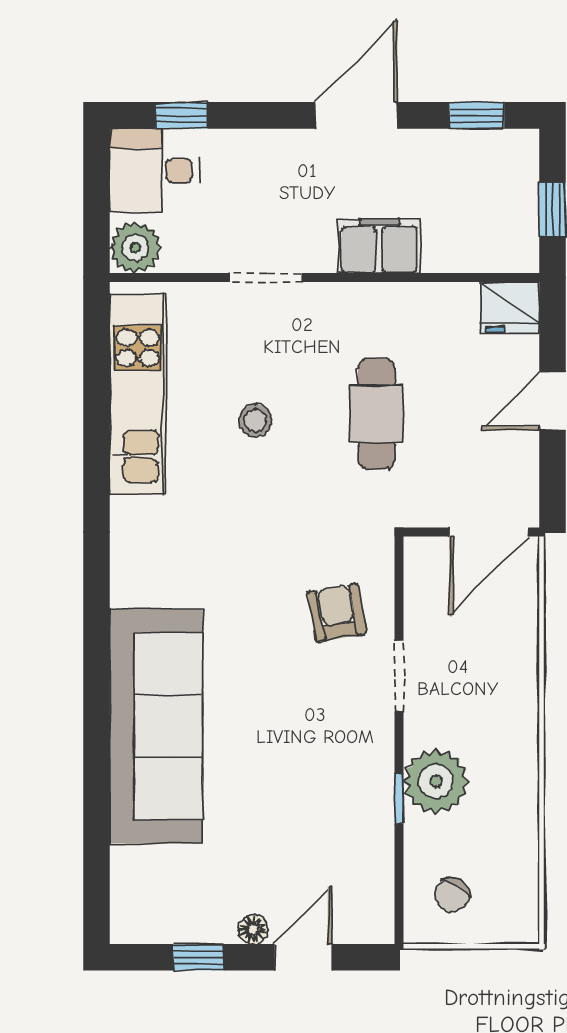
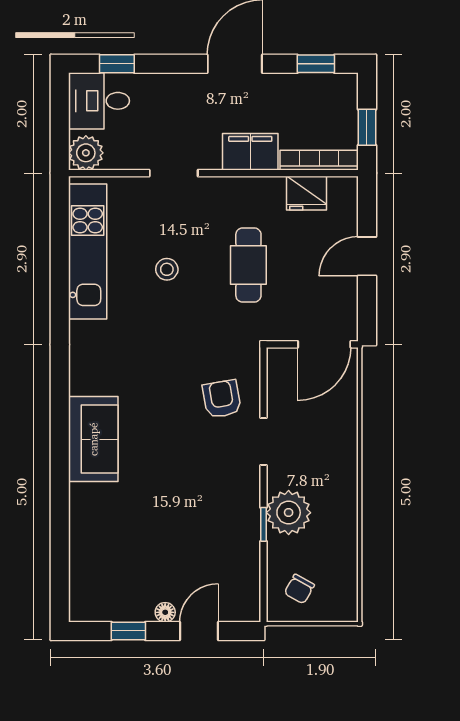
bookcase: (481, 258) -> (319, 160), added
fridge: (510, 307) -> (306, 193), moved
sofa: (156, 726) -> (93, 439), width x0.54, depth x0.79

